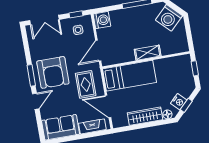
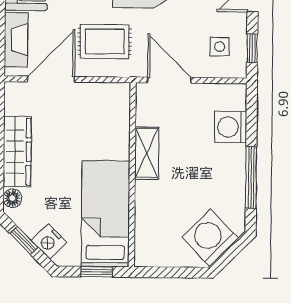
washing machine: (102, 20) -> (231, 127), moved, turned 90
shelving: (148, 53) -> (147, 153), moved
bed: (130, 76) -> (106, 214), moved, turned 180
nightstand: (179, 102) -> (49, 241), moved

